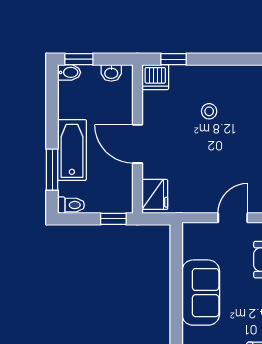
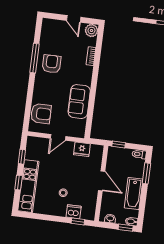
dishwasher: (155, 77) -> (74, 212), moved
bathtub: (72, 150) -> (134, 194), moved
fridge: (155, 194) -> (82, 149), moved, turned -90

